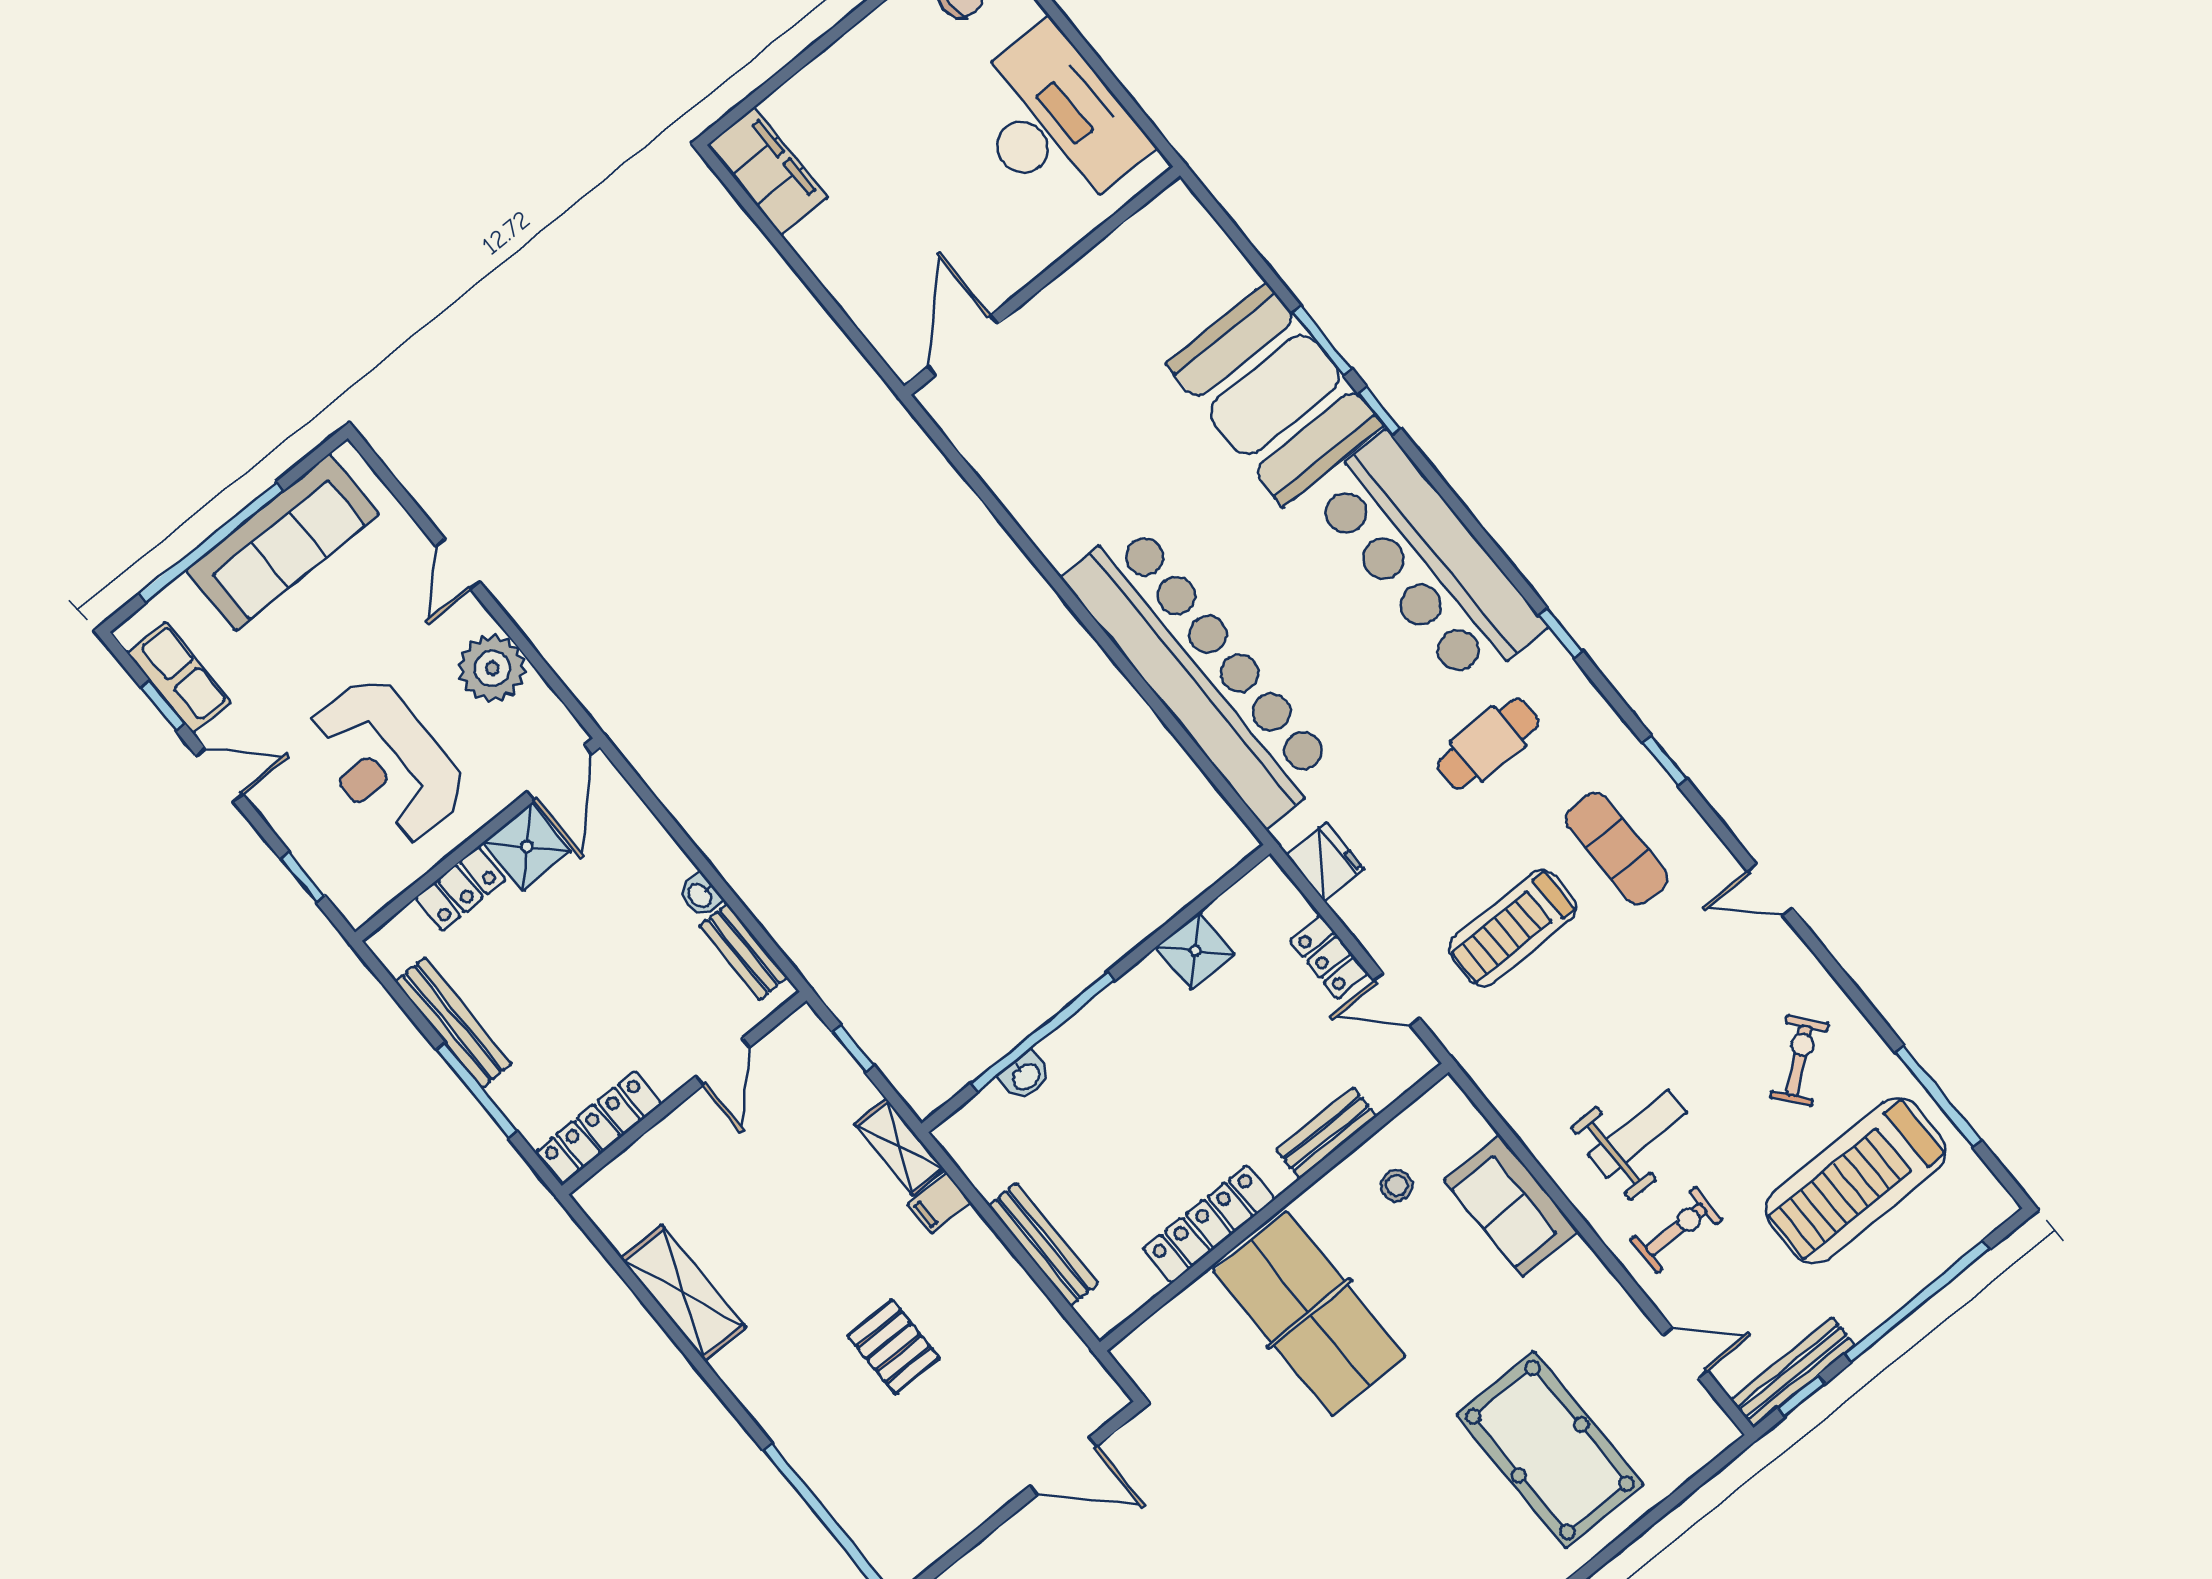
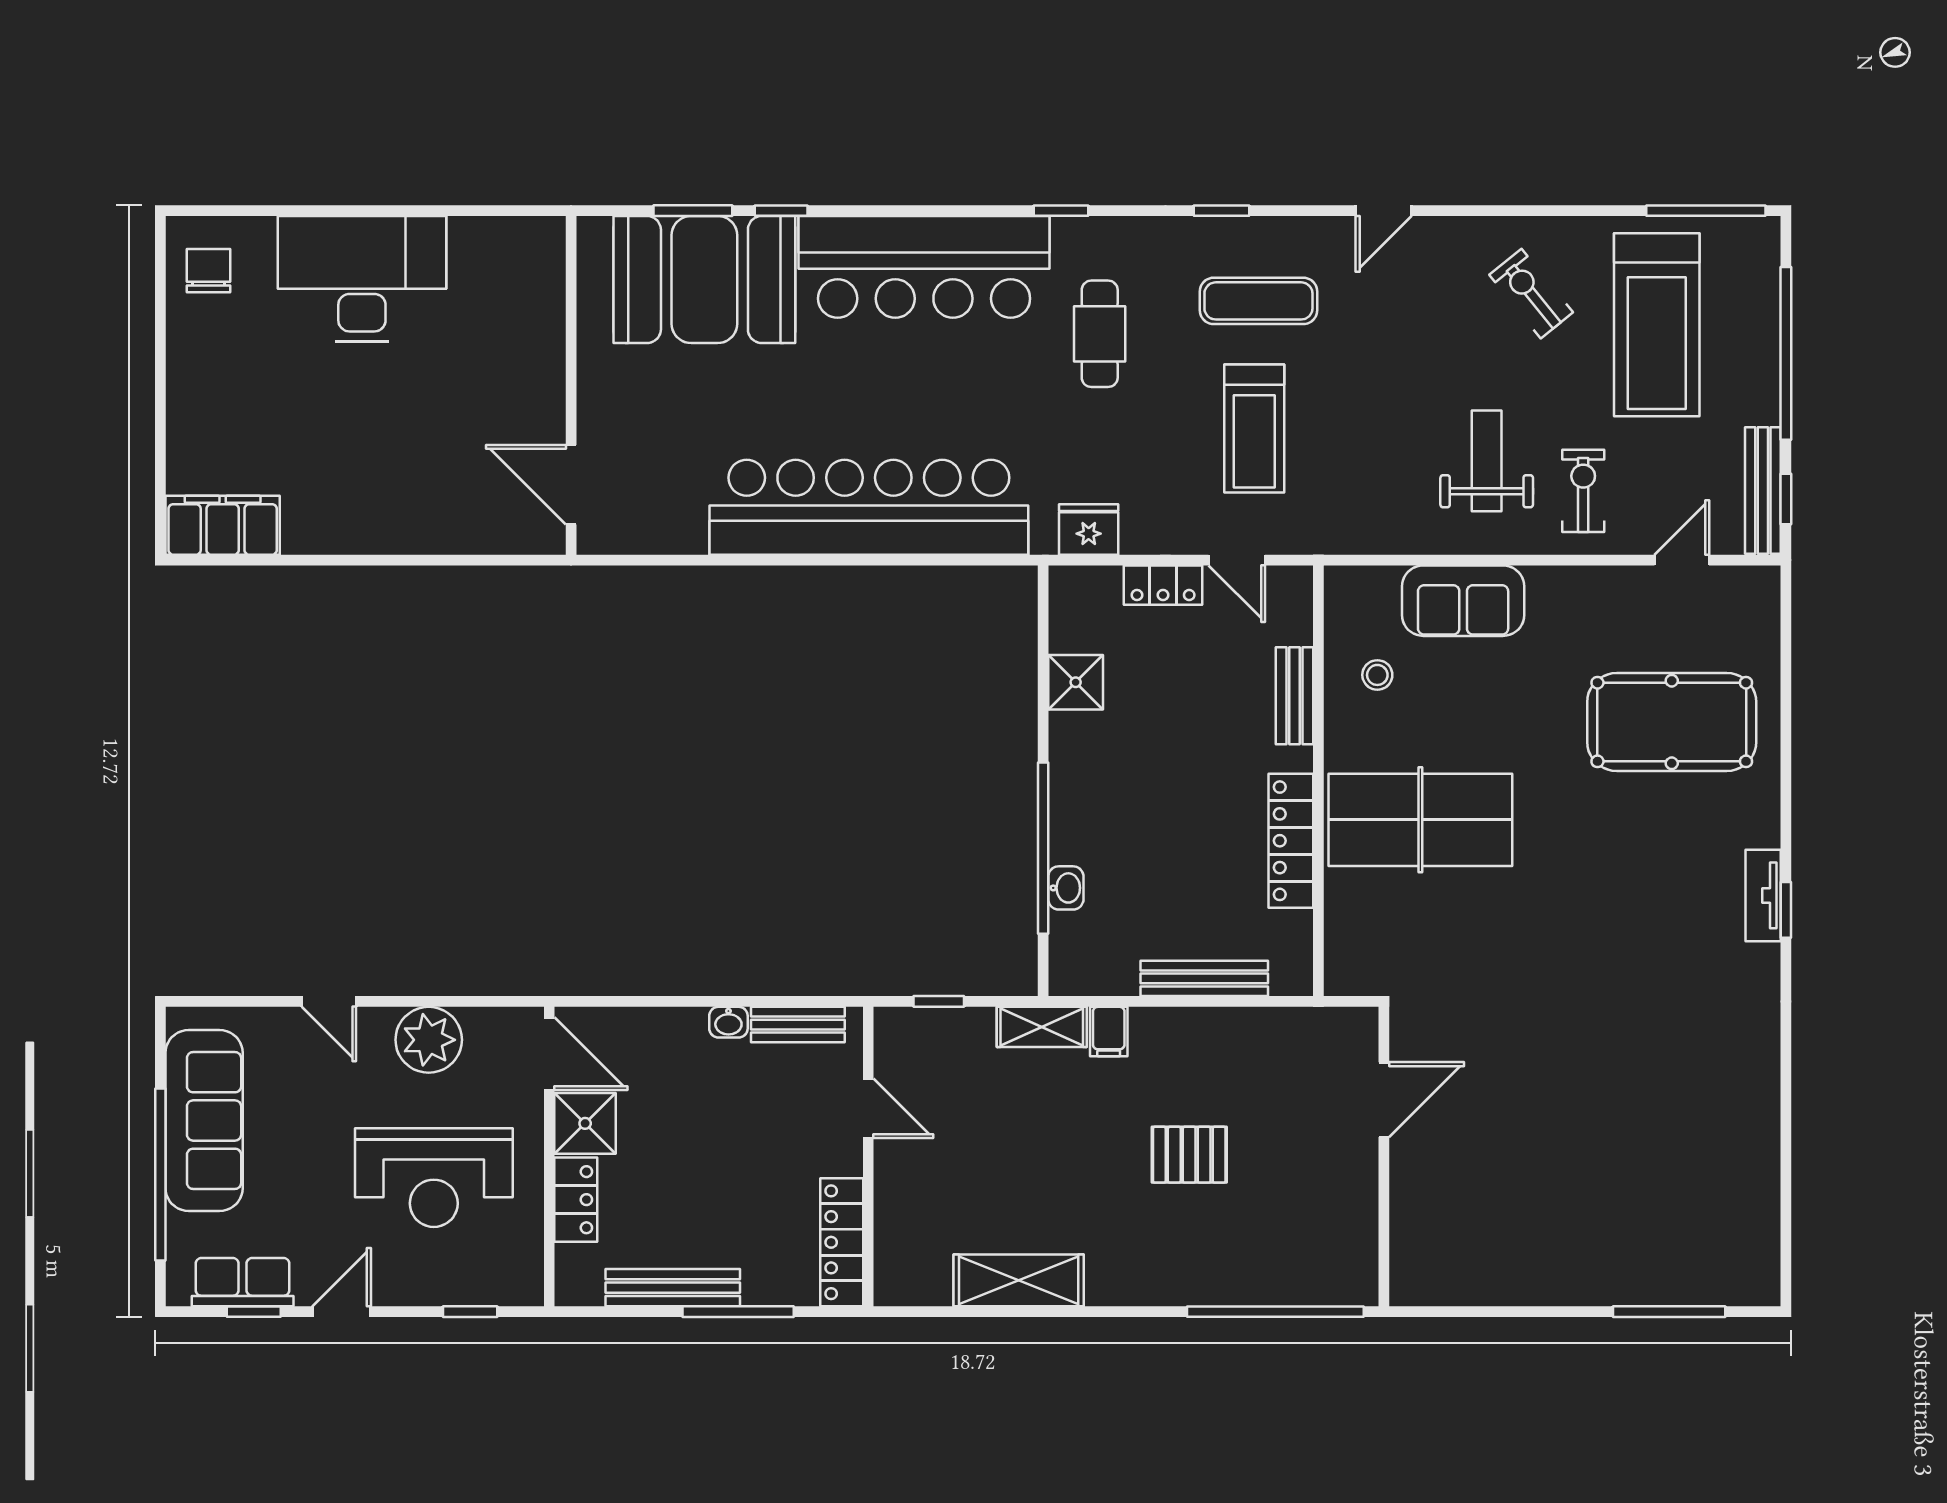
wall: (1042, 281) -> (571, 385), moved
door: (963, 345) -> (571, 485), moved
door: (1397, 999) -> (1237, 560), hinge flipped
window: (1938, 1097) -> (1706, 211), moved

